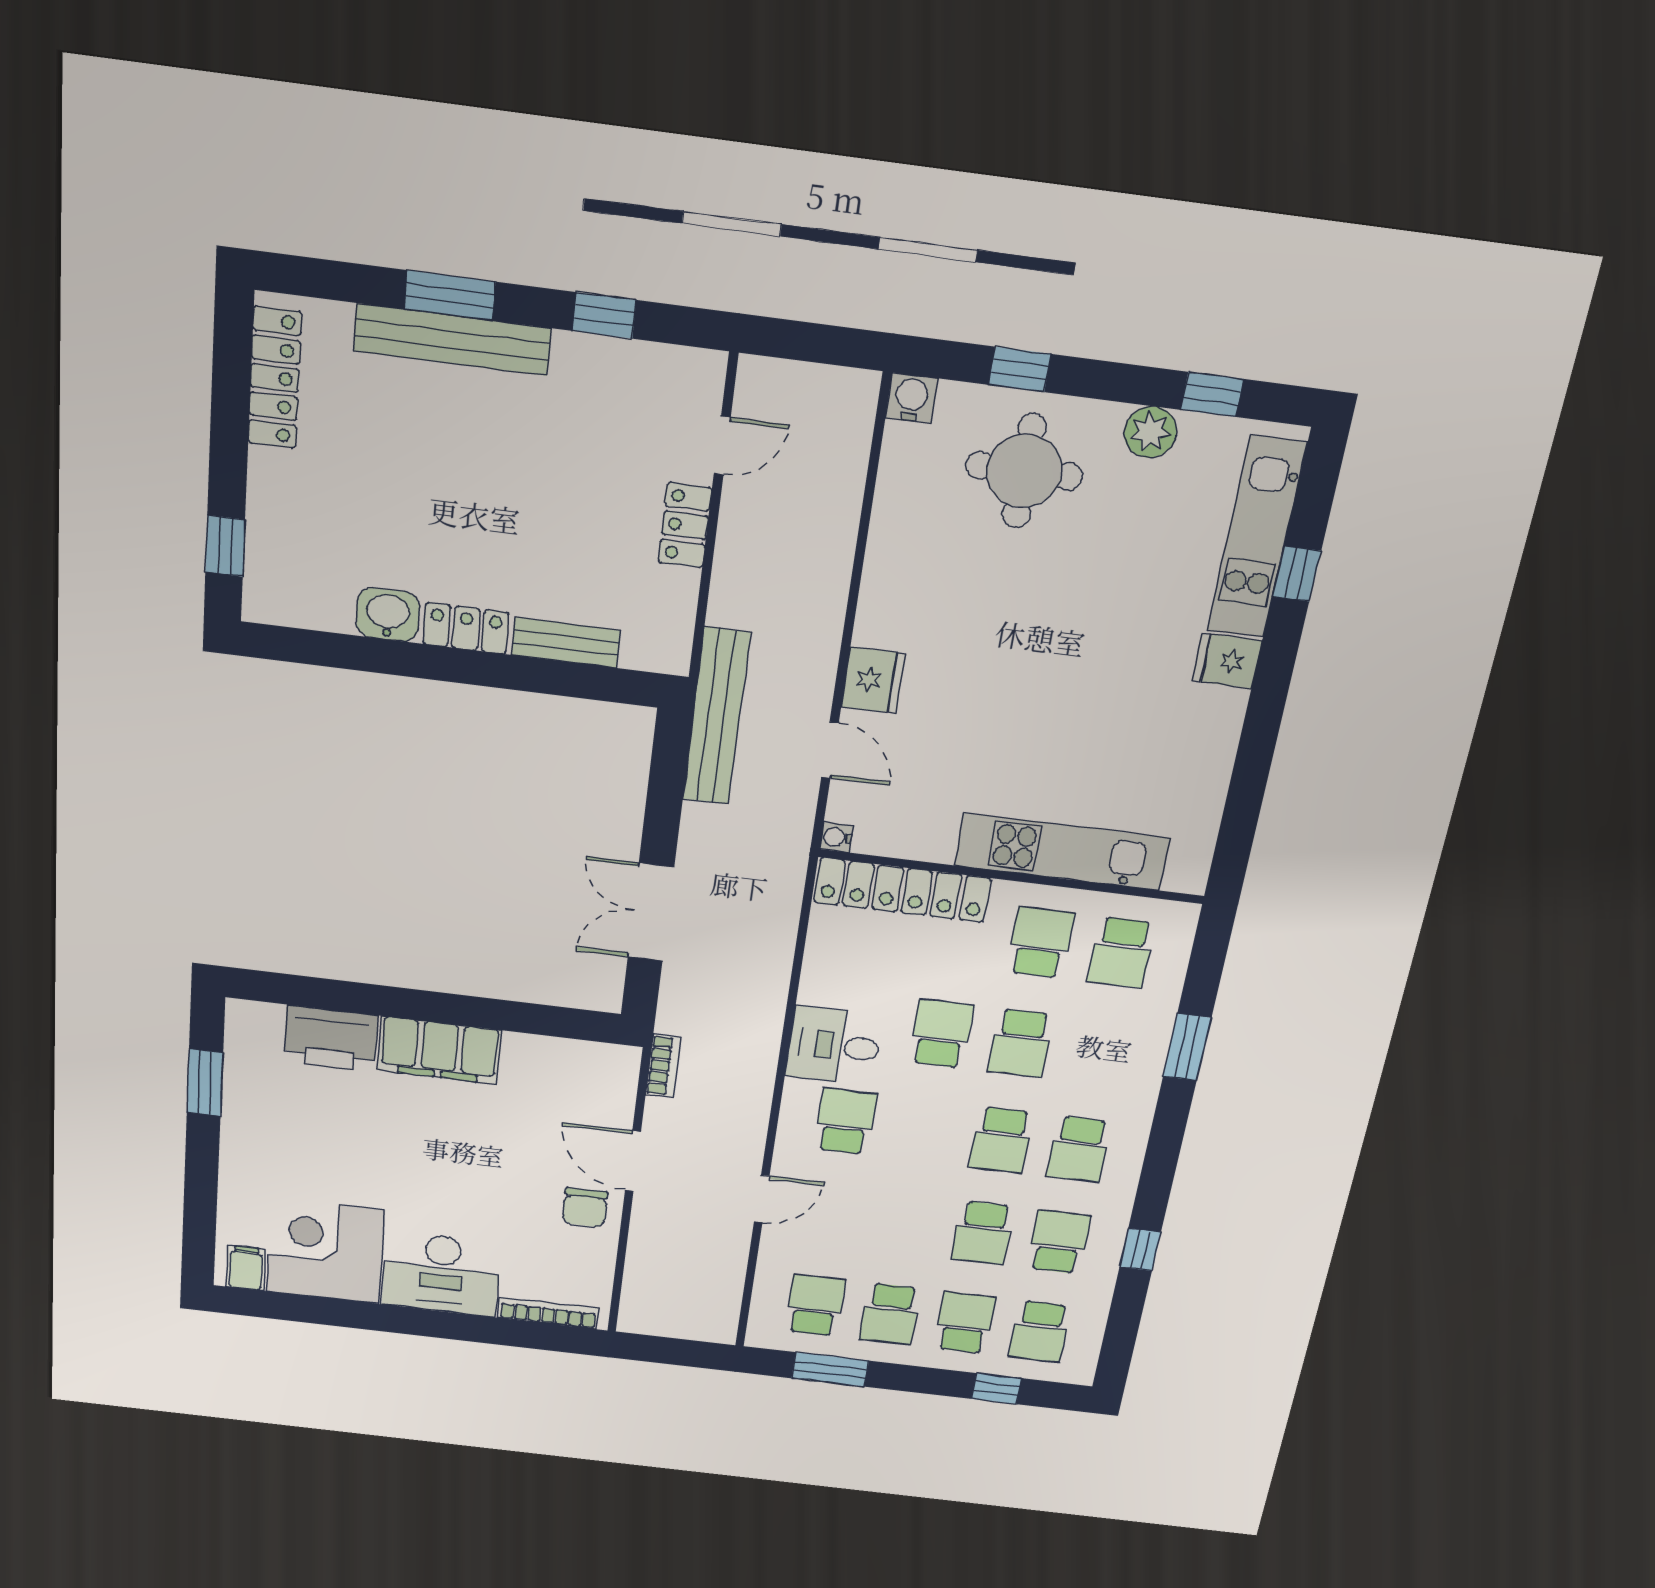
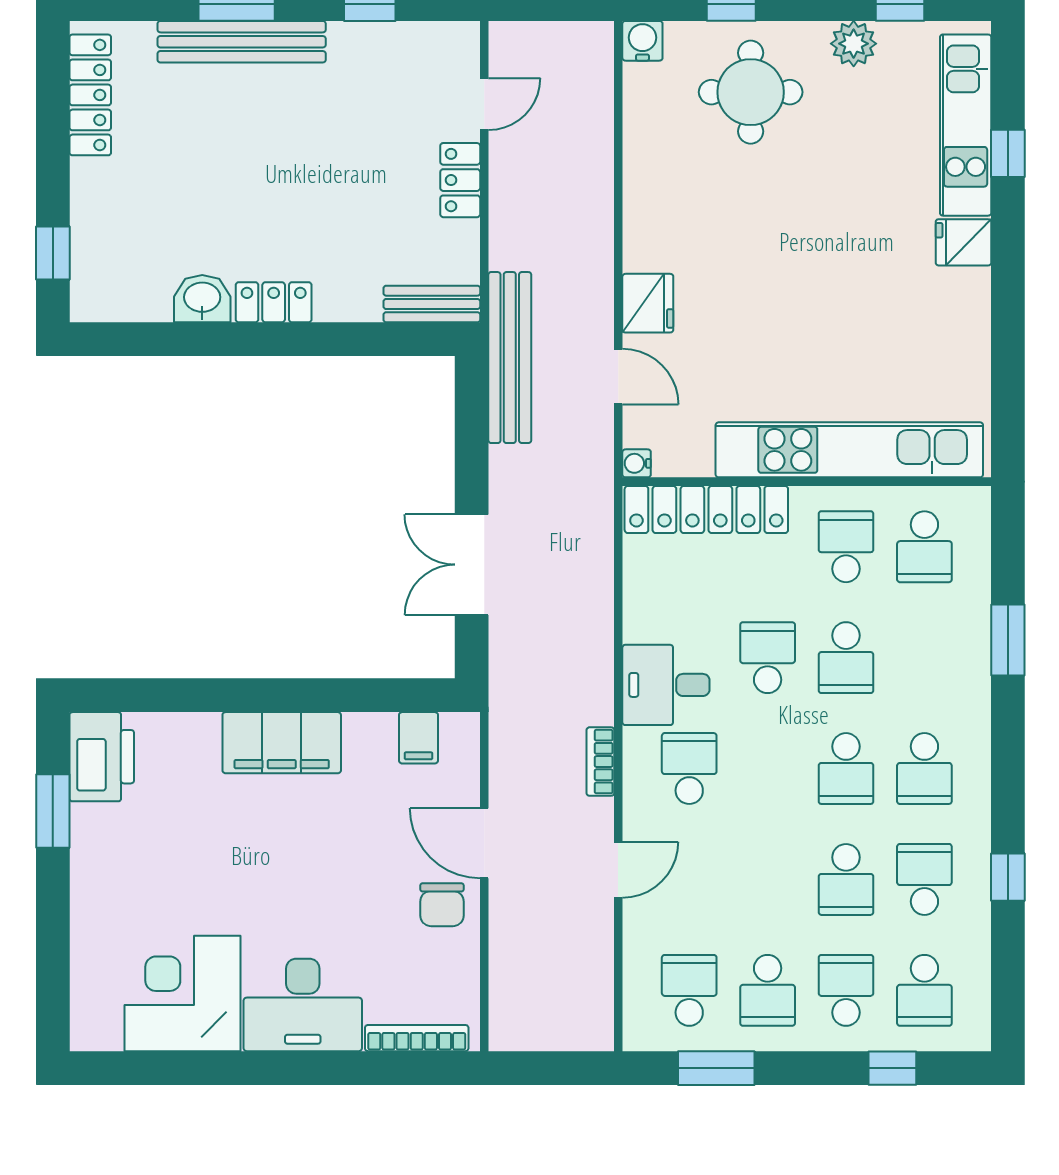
bench: (566, 643) -> (432, 304), moved
kitchen unit: (1062, 852) -> (849, 450), width x1.36
printer: (331, 1039) -> (102, 757), moved, turned -90
bookcase: (663, 1066) -> (600, 762), moved, turned 180
filing cabinet: (246, 1268) -> (419, 738), moved, turned 180

